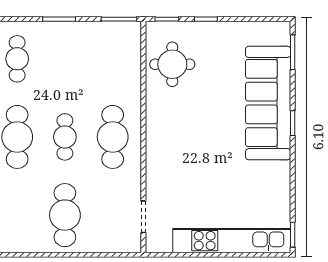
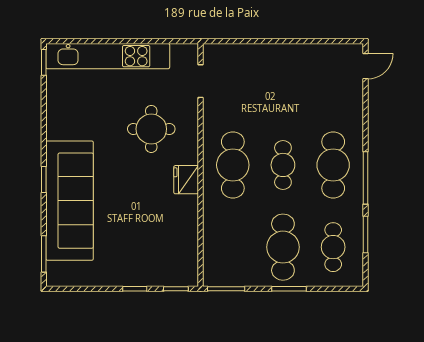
round table: (172, 64) -> (151, 129), moved
fridge: (157, 123) -> (186, 180), added
cafe table: (65, 215) -> (283, 247), moved

